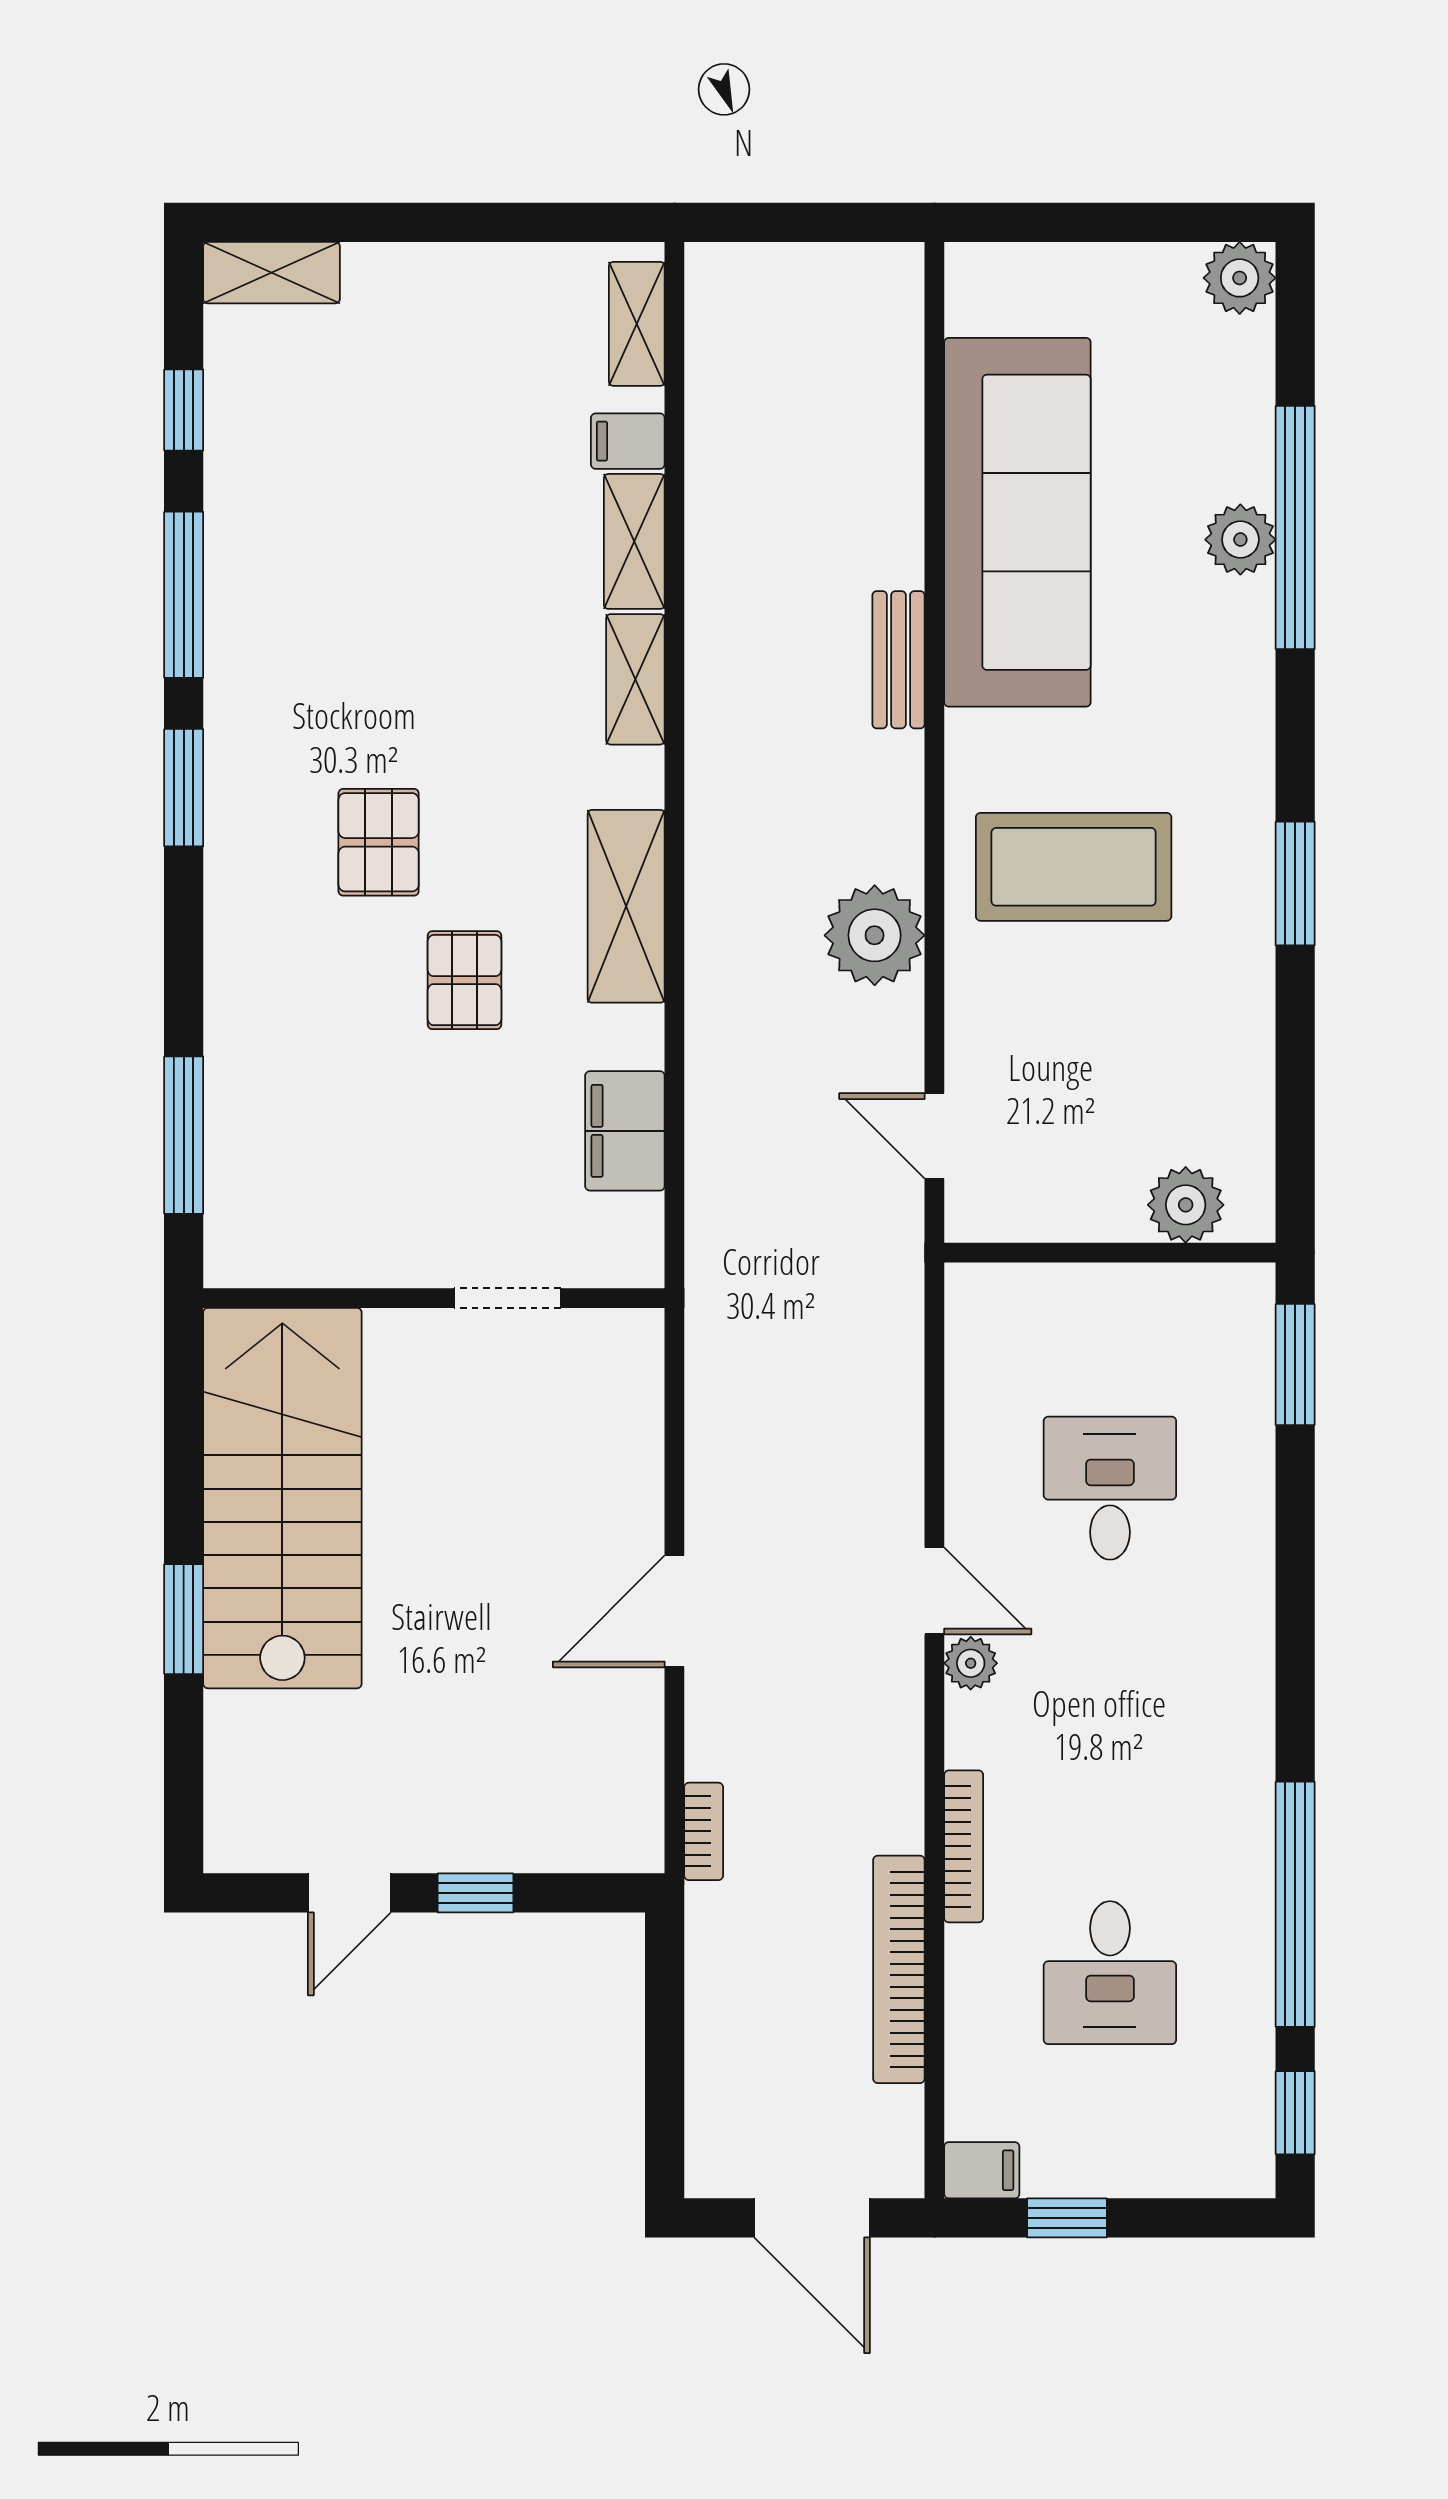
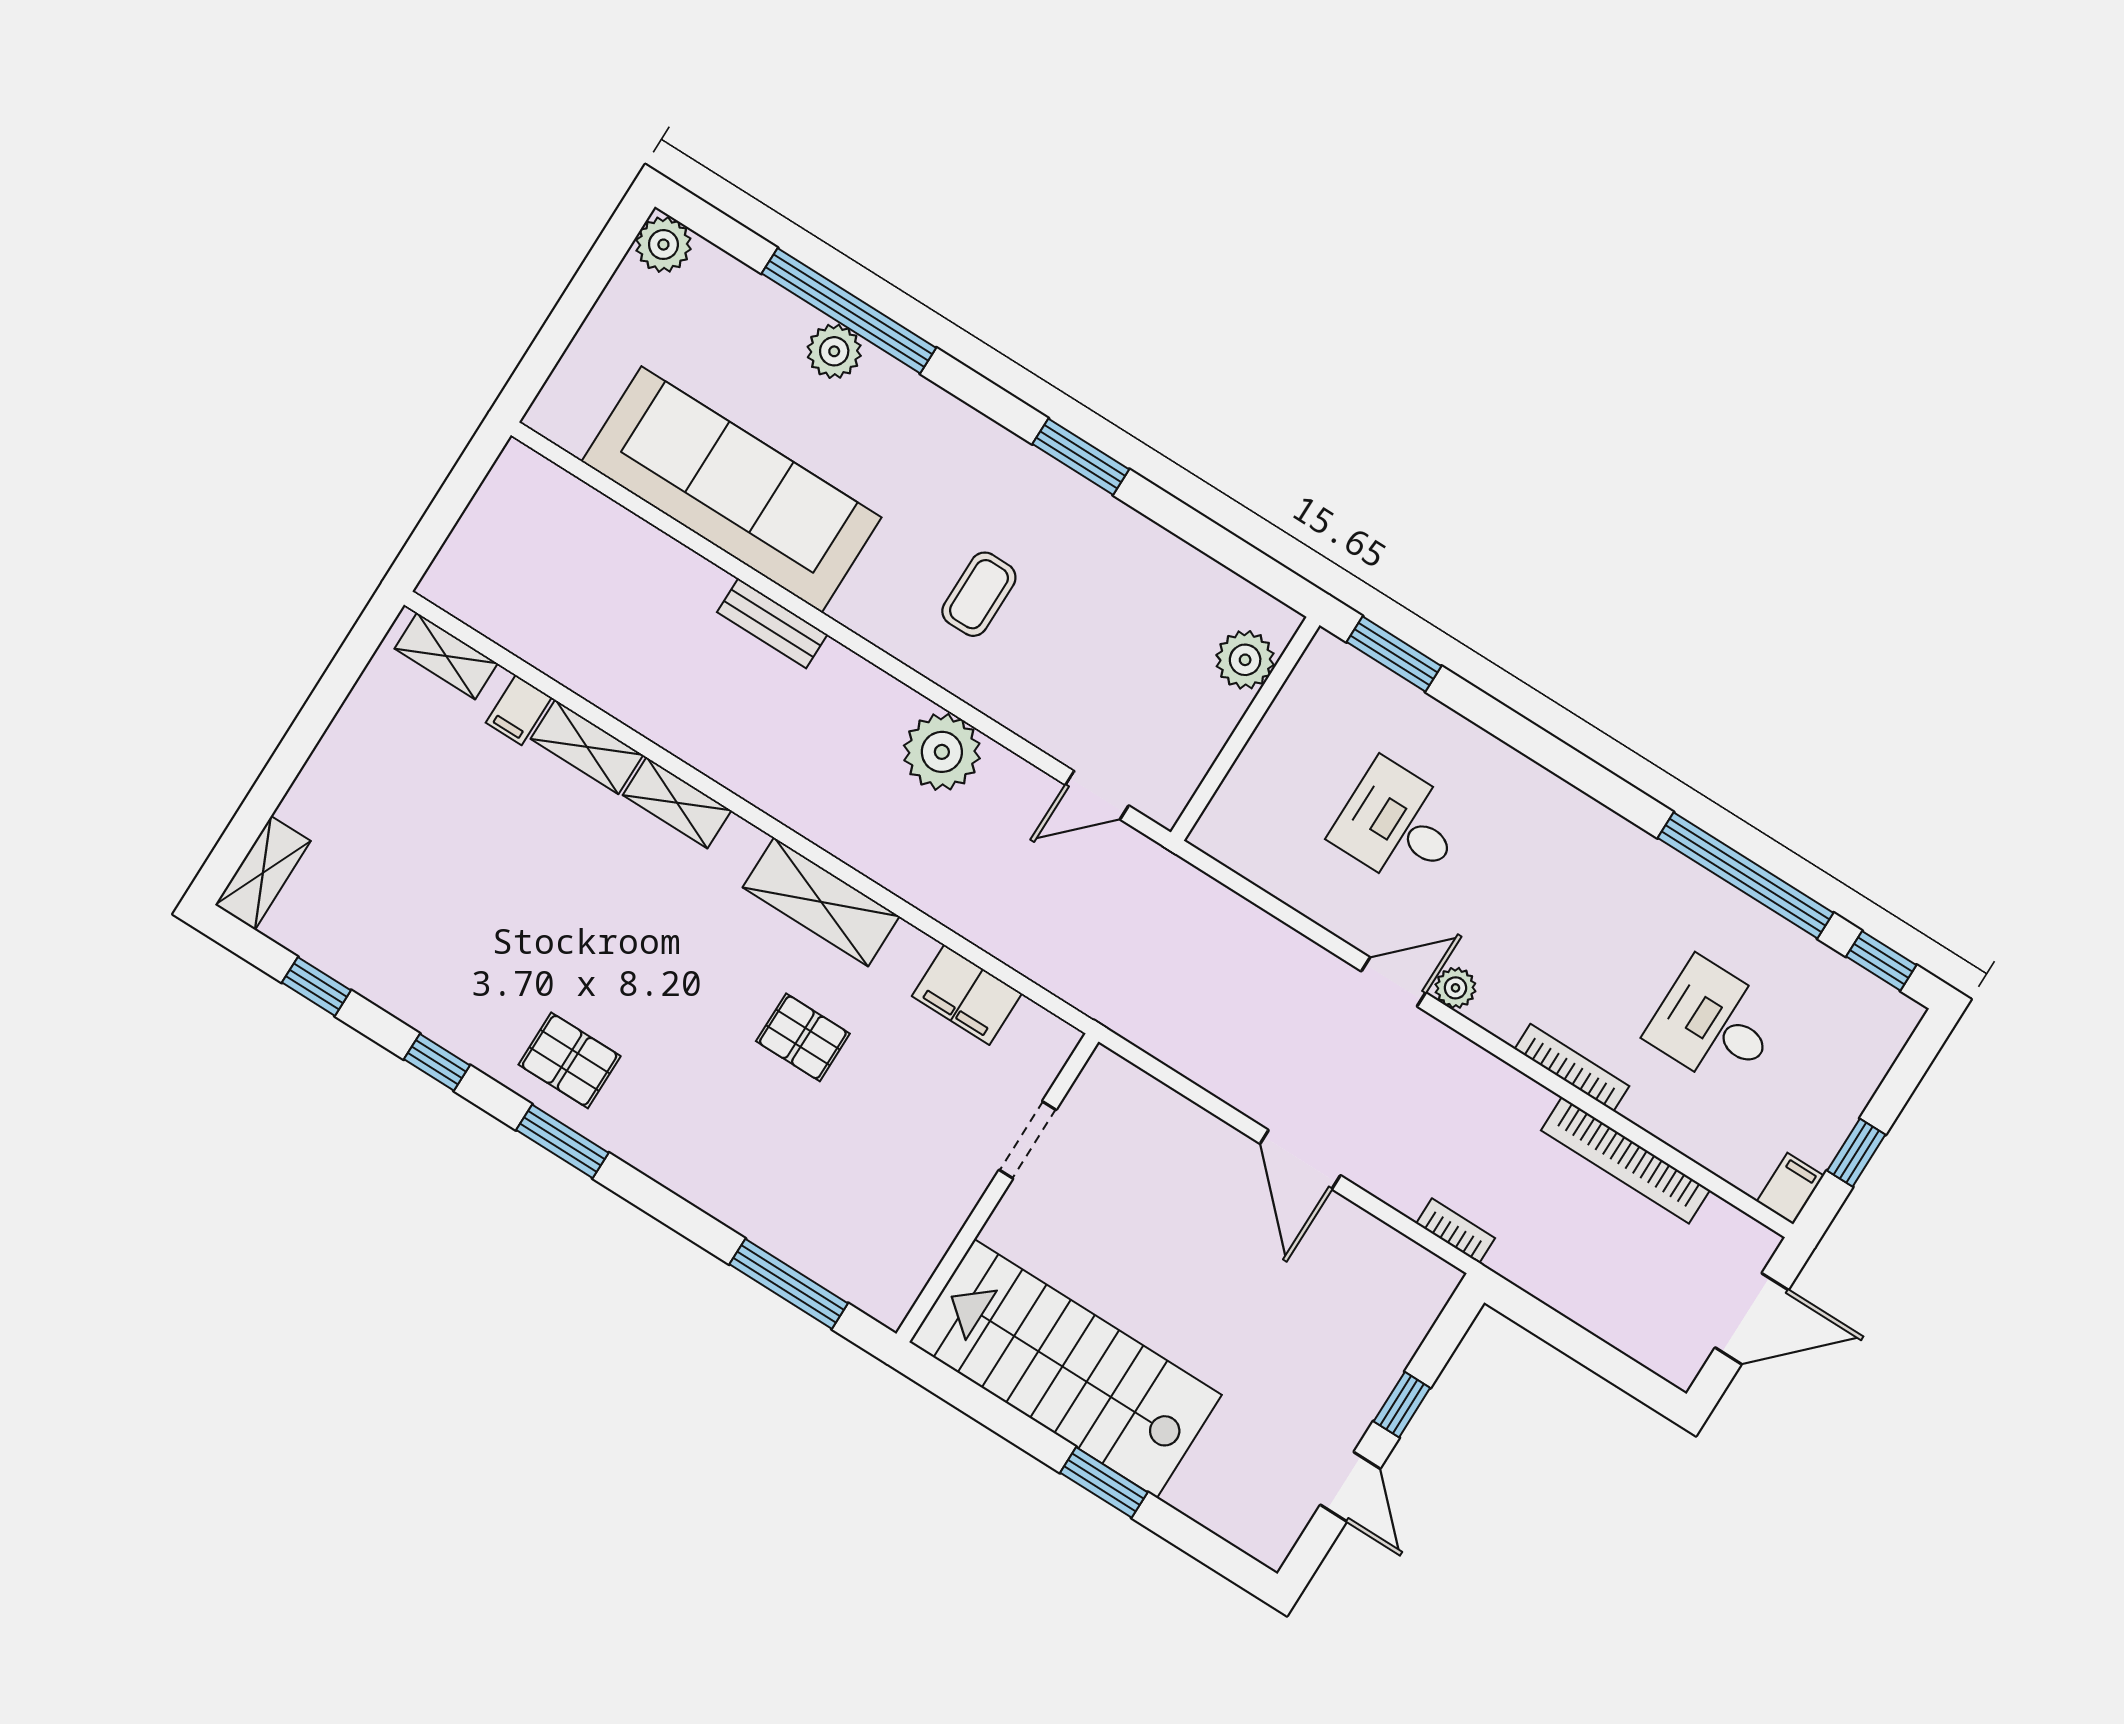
window: (184, 595) -> (437, 1062), width x0.46
pallet: (379, 842) -> (570, 1060), moved
coffee table: (1074, 867) -> (979, 594), width x0.54, depth x0.58
desk: (1110, 1973) -> (1714, 1024), turned 180

